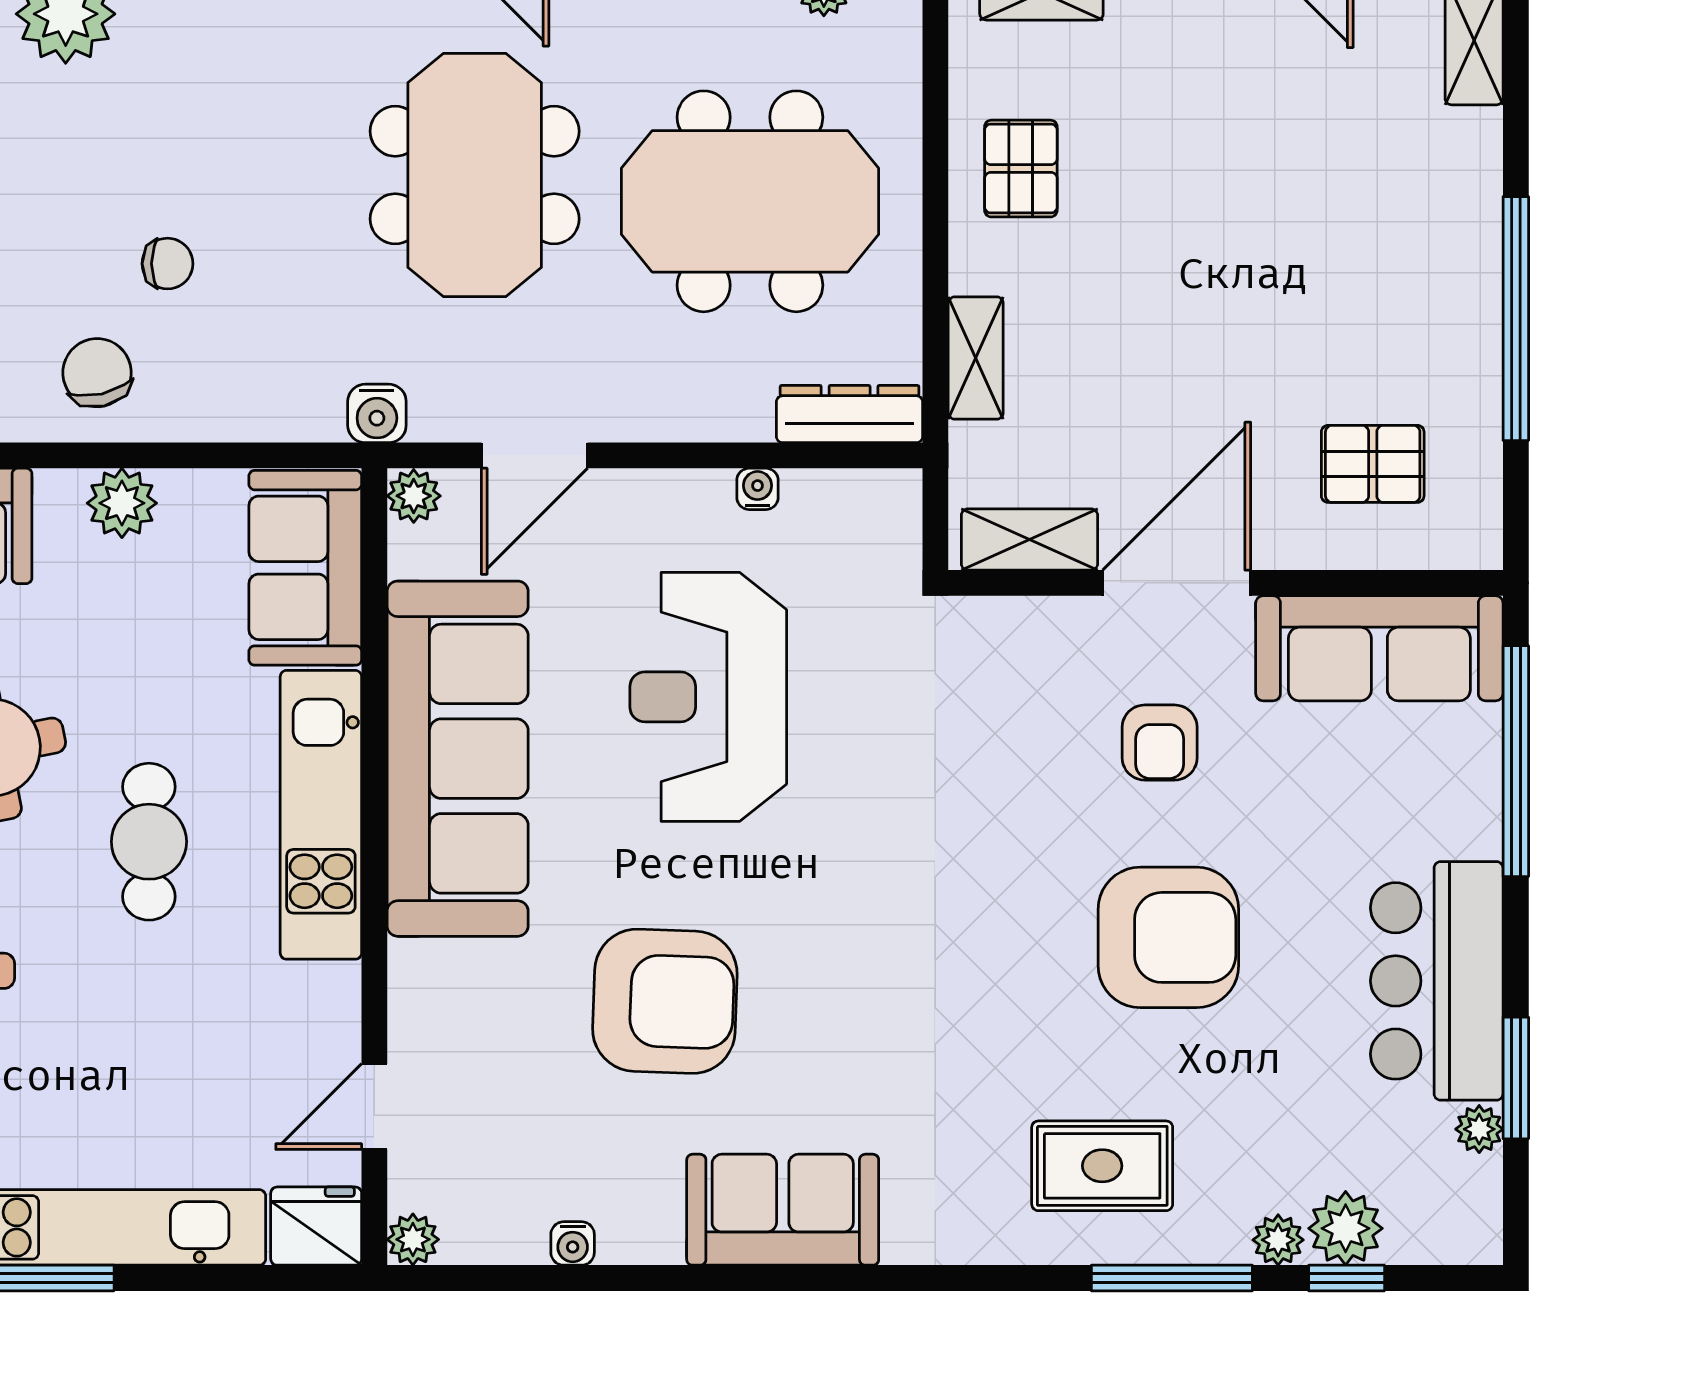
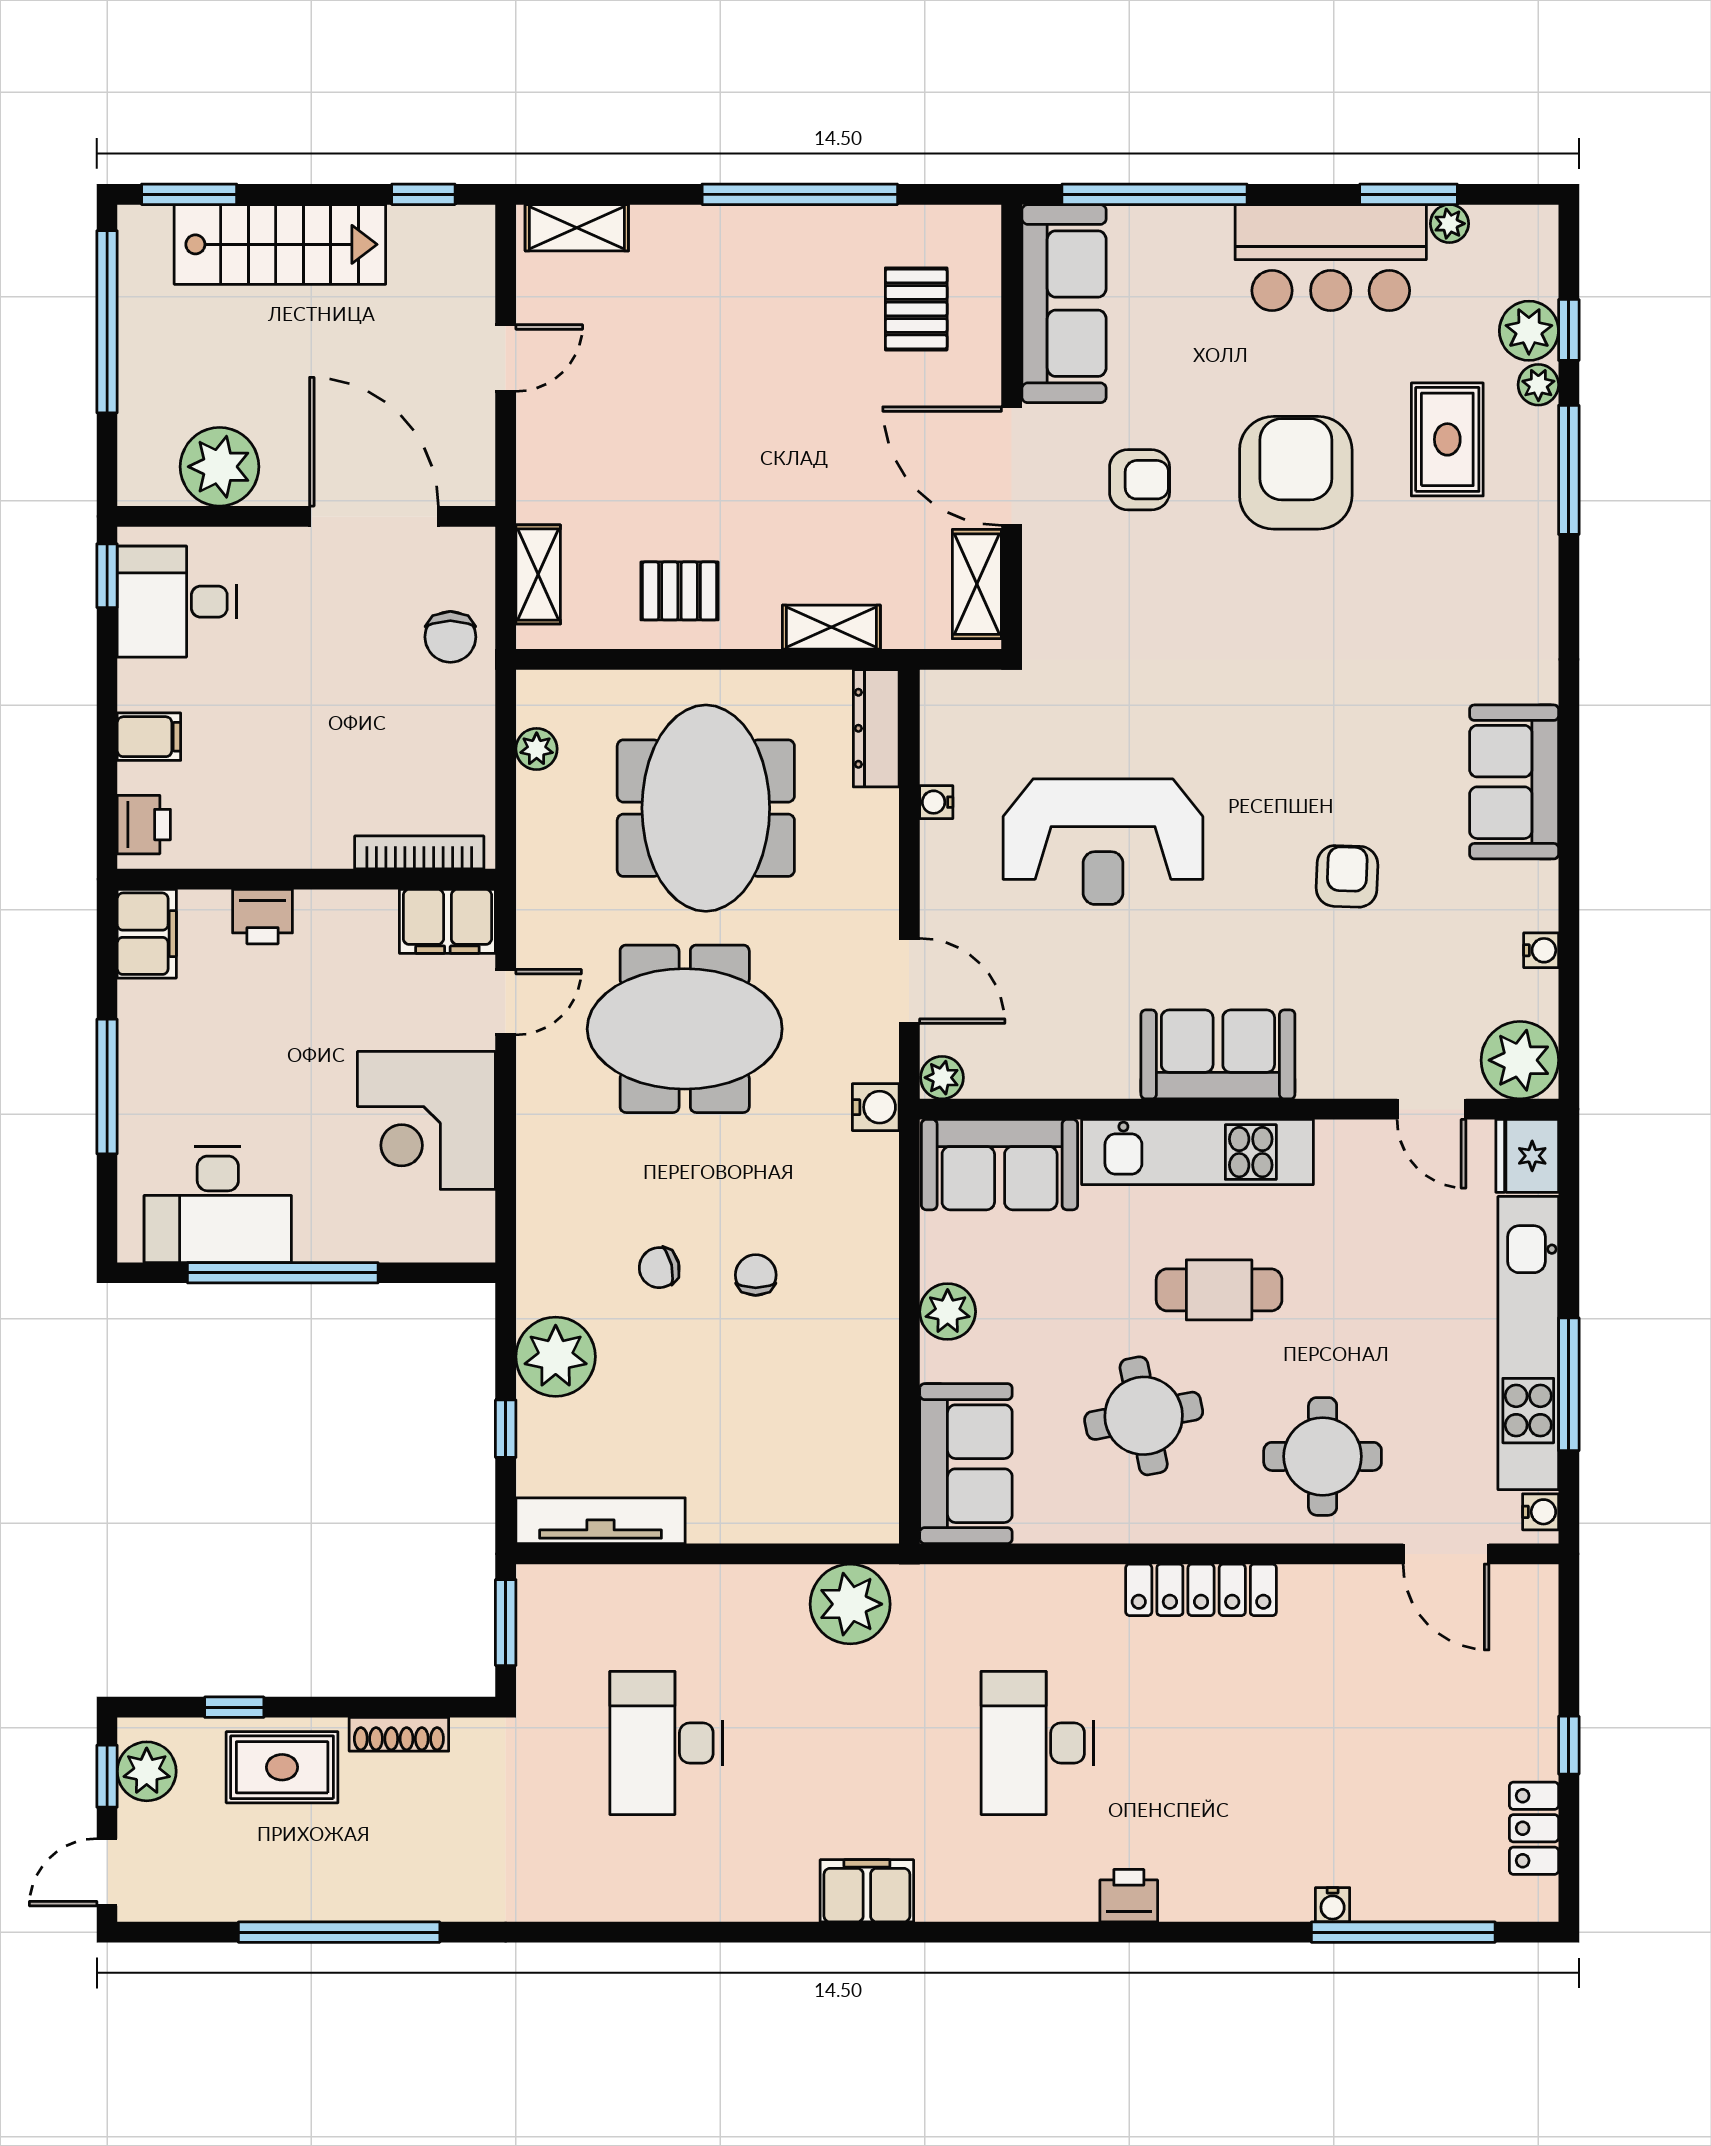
chair: (97, 373) -> (659, 1268), moved, width x0.73, depth x0.73
sofa: (458, 759) -> (1218, 1054), width x0.54, depth x0.79
armchair: (665, 1001) -> (1347, 876), width x0.53, depth x0.53
rug: (1102, 1166) -> (1447, 439), moved
plant: (413, 1239) -> (1520, 1060), width x1.88, depth x1.88

